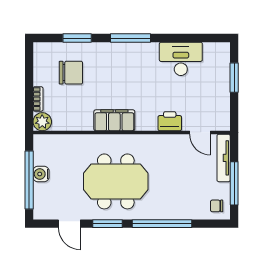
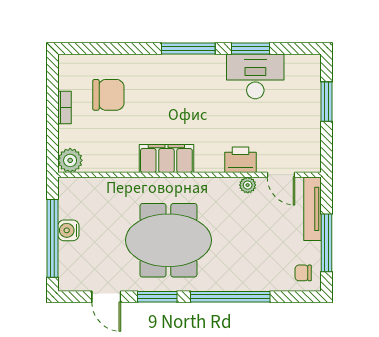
window: (77, 38) -> (251, 49), moved
bookcase: (38, 99) -> (64, 108), moved
plant: (175, 140) -> (248, 185), added

